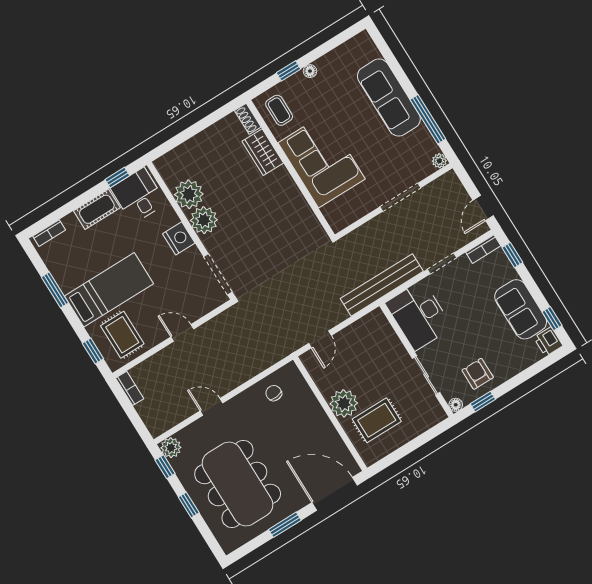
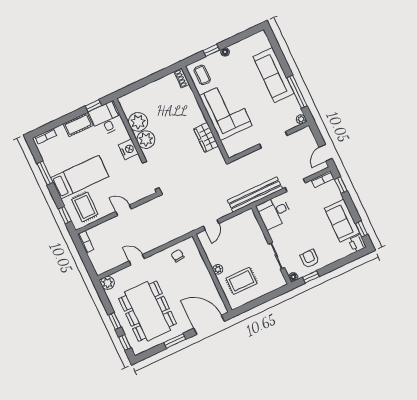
wardrobe: (263, 152) -> (206, 137), moved
desk: (419, 315) -> (274, 212), width x0.73
plant: (344, 403) -> (218, 269), width x0.53, depth x0.53
window: (165, 467) -> (125, 343), moved

